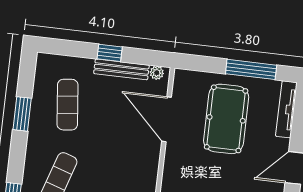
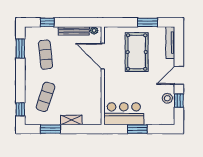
window: (110, 53) -> (47, 22), moved
window: (251, 69) -> (147, 22), width x0.69
window: (22, 114) -> (20, 48), moved

